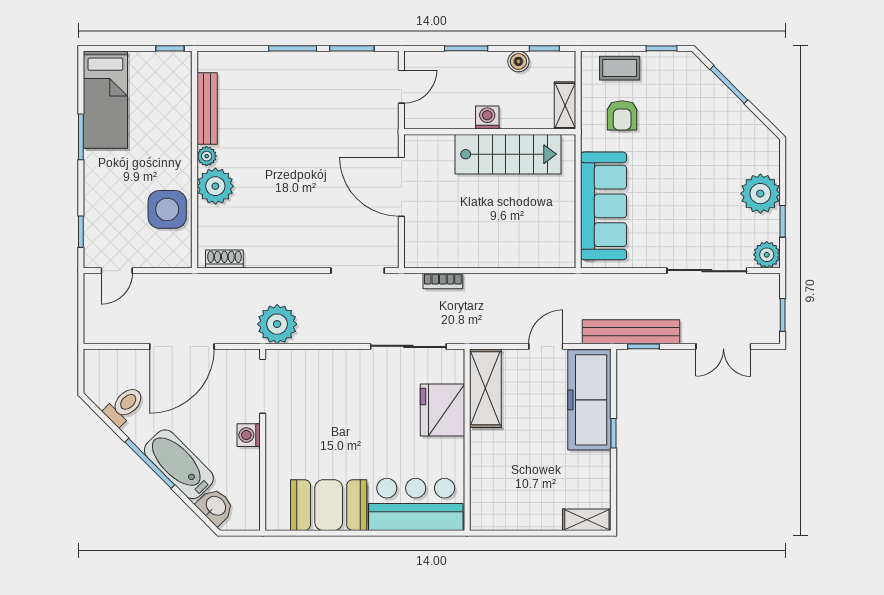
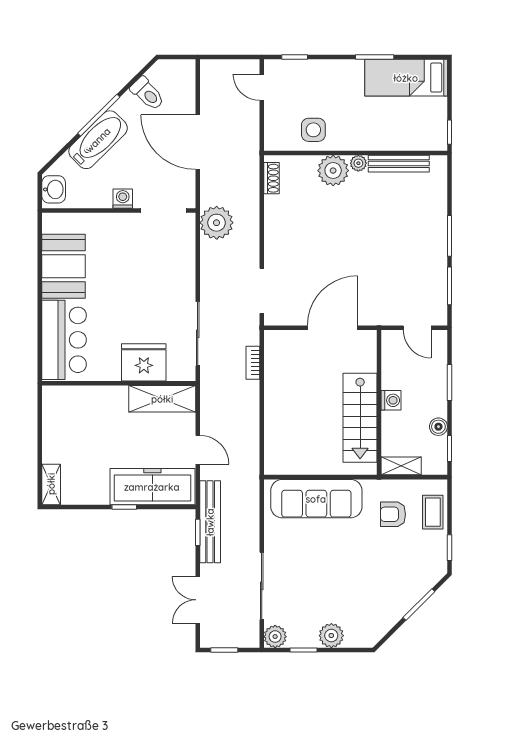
plant: (760, 194) -> (331, 636), width x0.73, depth x0.73
side table: (167, 209) -> (313, 130), width x0.73, depth x0.73
washbasin: (215, 506) -> (54, 189), moved, turned -45

